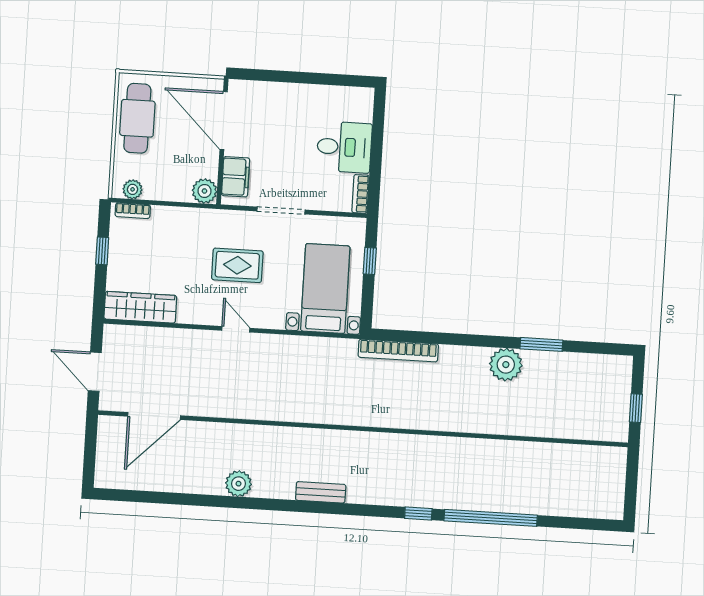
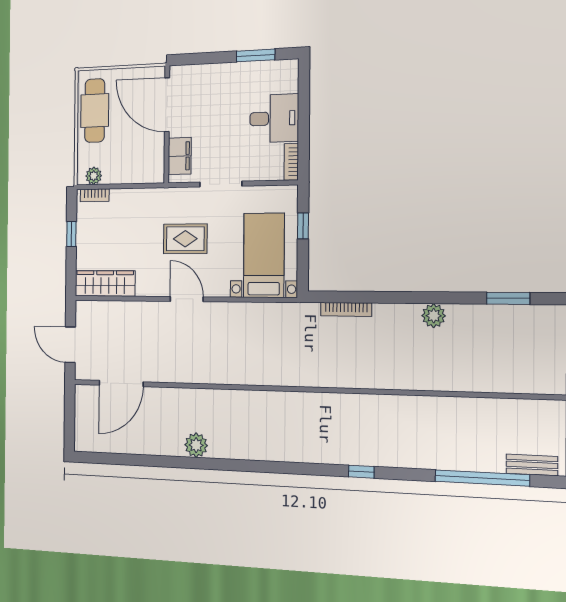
window: (327, 79) -> (256, 55), added
plant: (204, 191) -> (154, 172), removed
door: (236, 329) -> (187, 299), width x1.38
window: (541, 344) -> (508, 298), moved
bookcase: (398, 351) -> (346, 309), width x0.68, depth x0.76
plant: (506, 365) -> (434, 316), width x0.73, depth x0.73
bench: (321, 492) -> (532, 465), moved
window: (491, 518) -> (482, 478), moved

